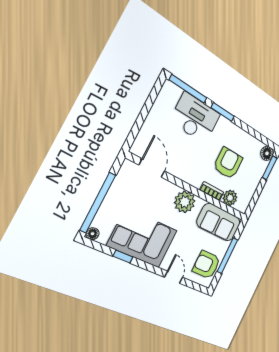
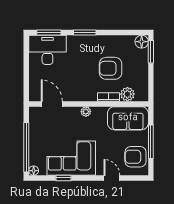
window: (188, 89) -> (49, 33), width x0.69
desk: (195, 118) -> (47, 50), moved
armchair: (228, 163) -> (111, 68), turned -90
plant: (185, 202) -> (86, 112), width x0.53, depth x0.53

